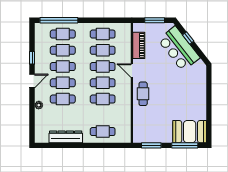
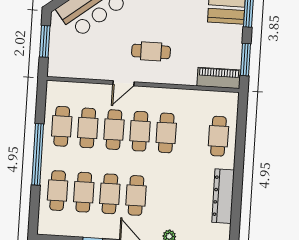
window: (59, 20) -> (38, 154), moved
piano: (139, 45) -> (219, 78), moved
cafe table: (143, 94) -> (151, 51), moved
cafe table: (63, 99) -> (162, 197), removed

